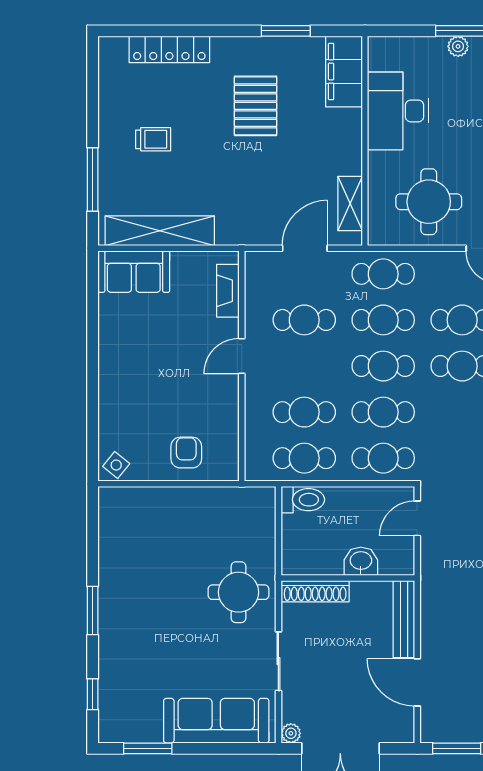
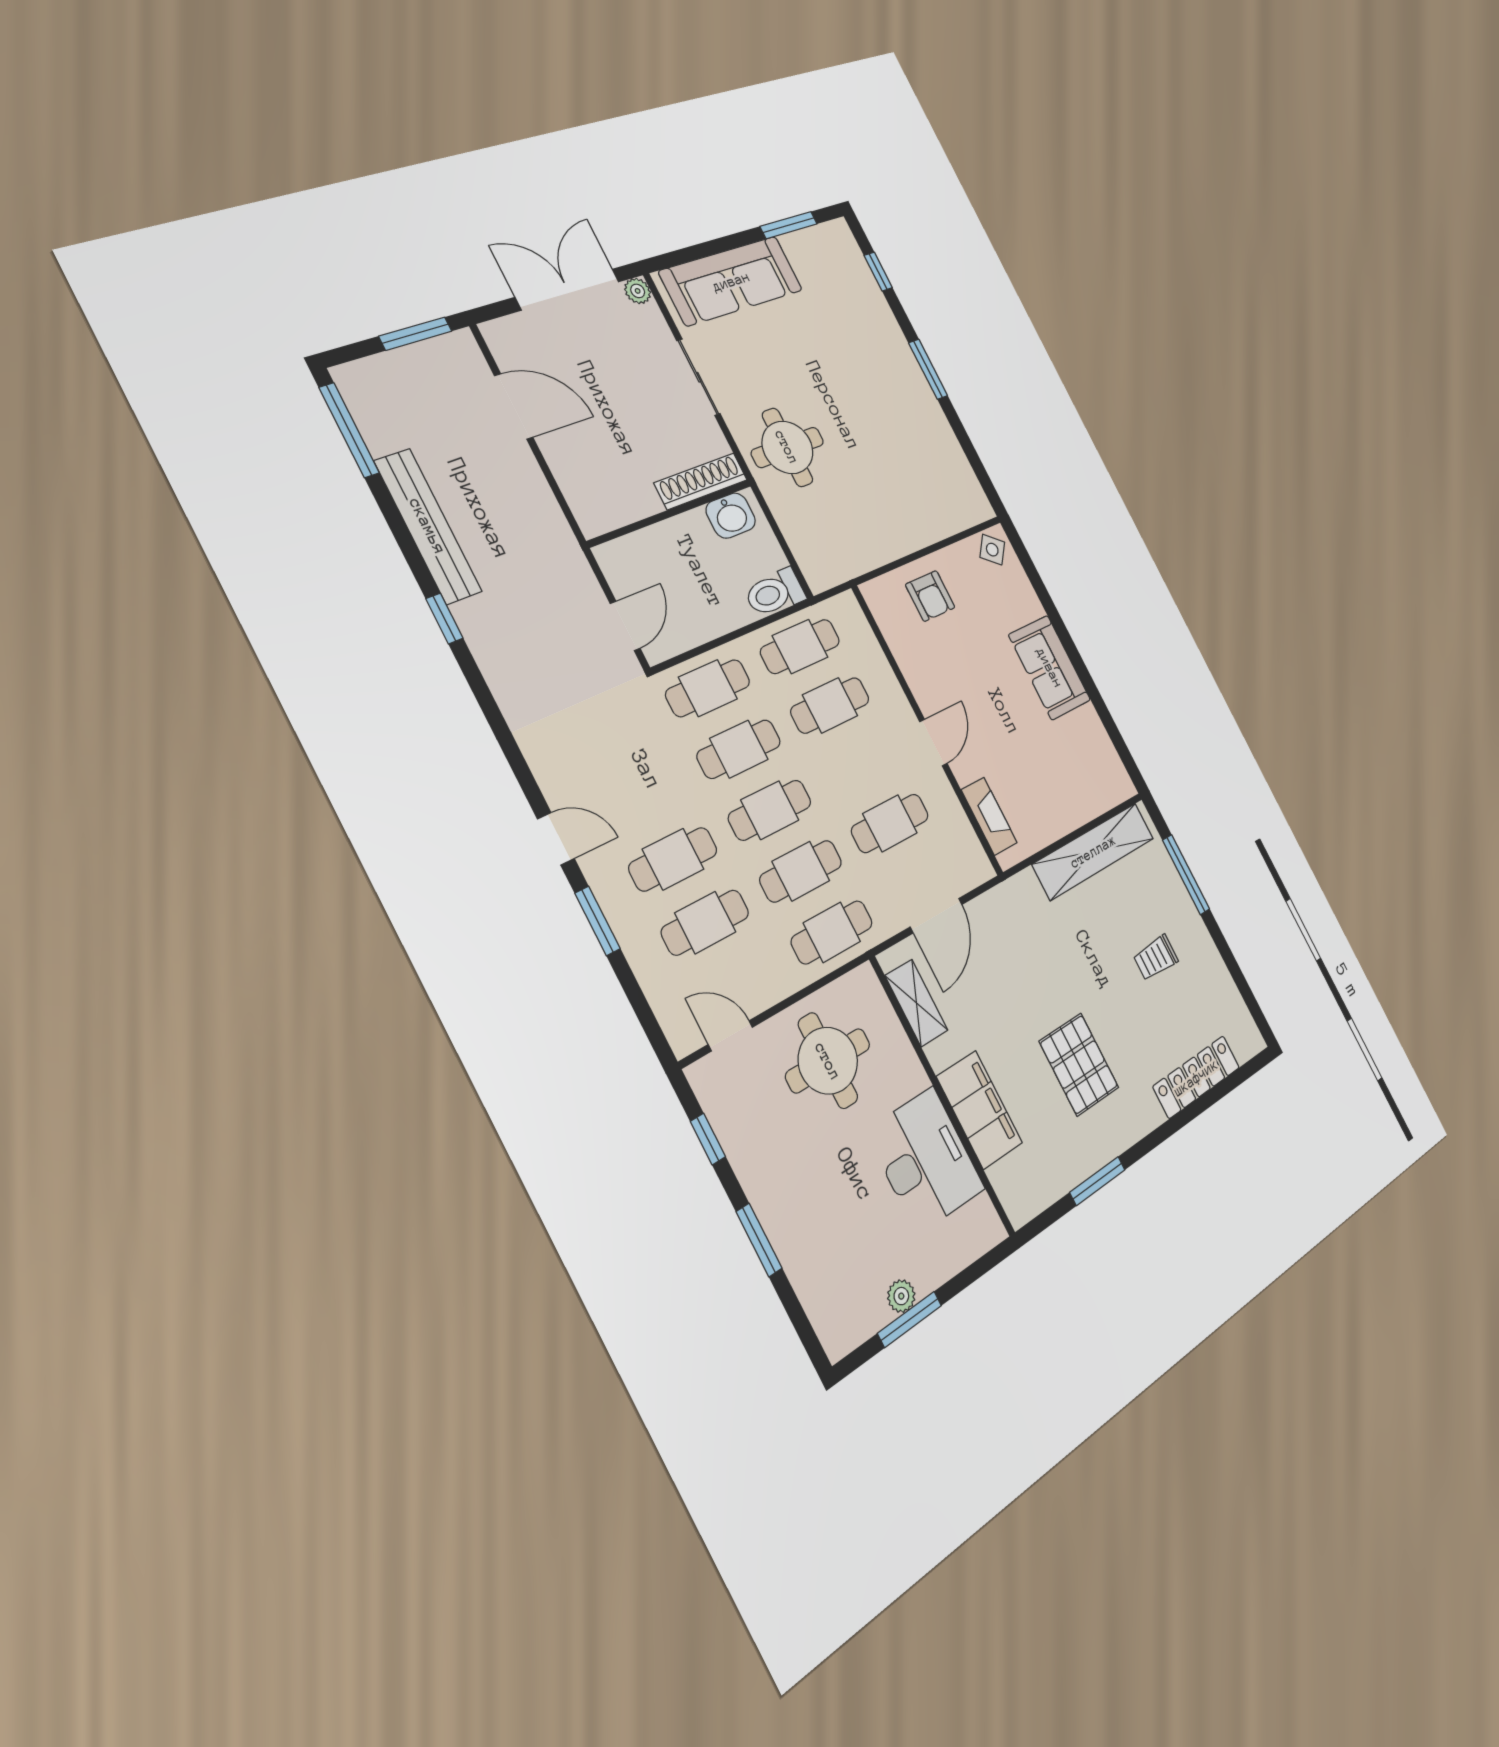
filing cabinet: (344, 72) -> (980, 1110), moved
sofa: (134, 272) -> (1050, 668), moved, turned -90
washbasin: (361, 561) -> (731, 516), moved
bench: (404, 619) -> (574, 485), removed

